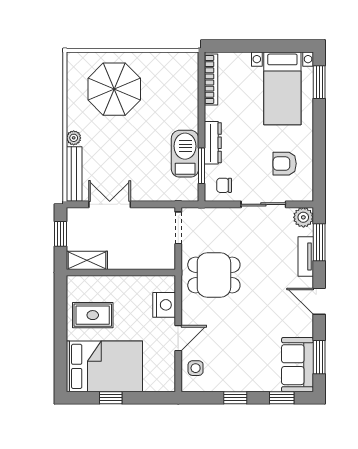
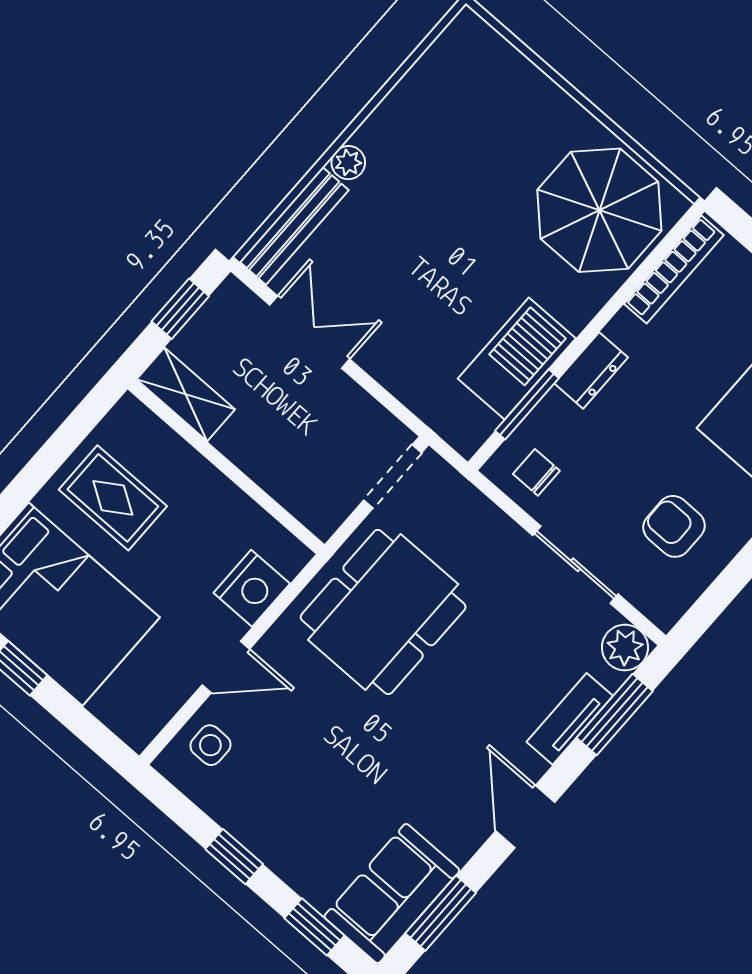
parasol: (114, 89) -> (599, 210), moved
dresser: (213, 143) -> (591, 370), width x0.70
dining table: (214, 275) -> (383, 612), width x1.38

